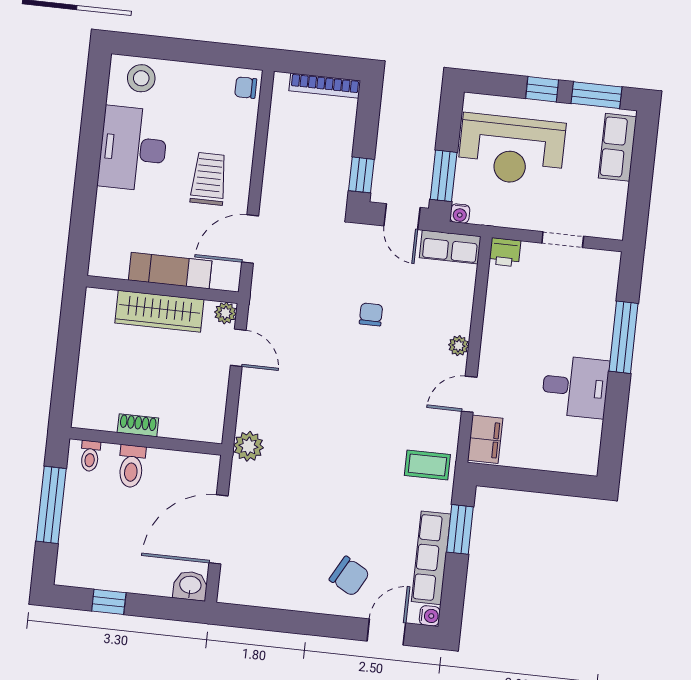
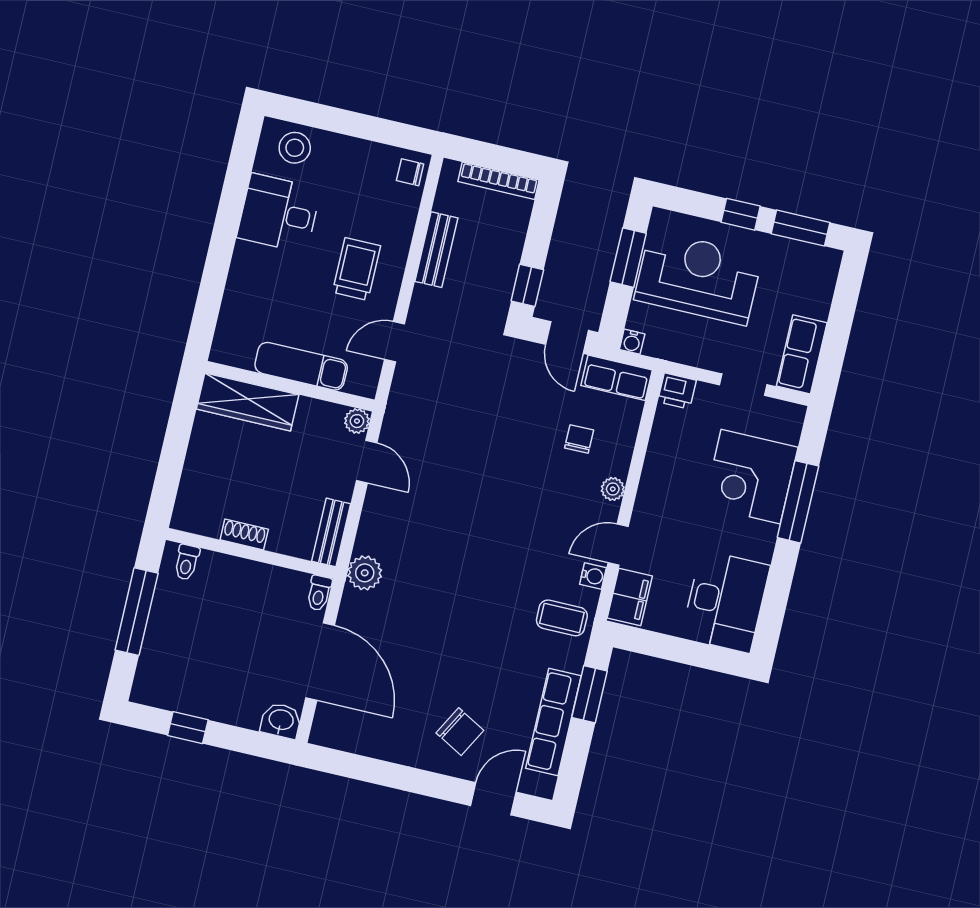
row of seats: (618, 147) -> (802, 354), moved
desk: (133, 149) -> (279, 213), width x0.73
reception desk: (511, 150) -> (698, 278), turned 180
bench: (277, 153) -> (436, 250), added
window: (444, 176) -> (628, 258), moved
door: (250, 239) -> (395, 342), width x0.73
wardrobe: (159, 311) -> (248, 402), moved
chair: (371, 314) -> (579, 439), moved
corner desk: (579, 320) -> (751, 477), added
desk: (575, 387) -> (726, 601), moved, width x1.37
bench: (214, 414) -> (331, 532), added
toilet: (131, 466) -> (319, 593), moved, width x0.73, depth x0.72
door: (219, 529) -> (320, 662), swing flipped
water cooler: (430, 616) -> (593, 576), moved

